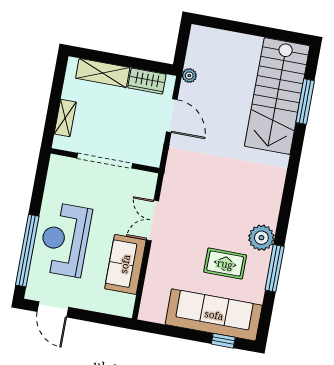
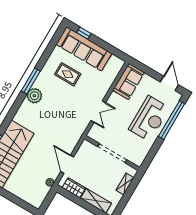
plant: (261, 238) -> (34, 96), moved
sofa: (125, 264) -> (128, 81), moved
window: (275, 268) -> (31, 81), moved

